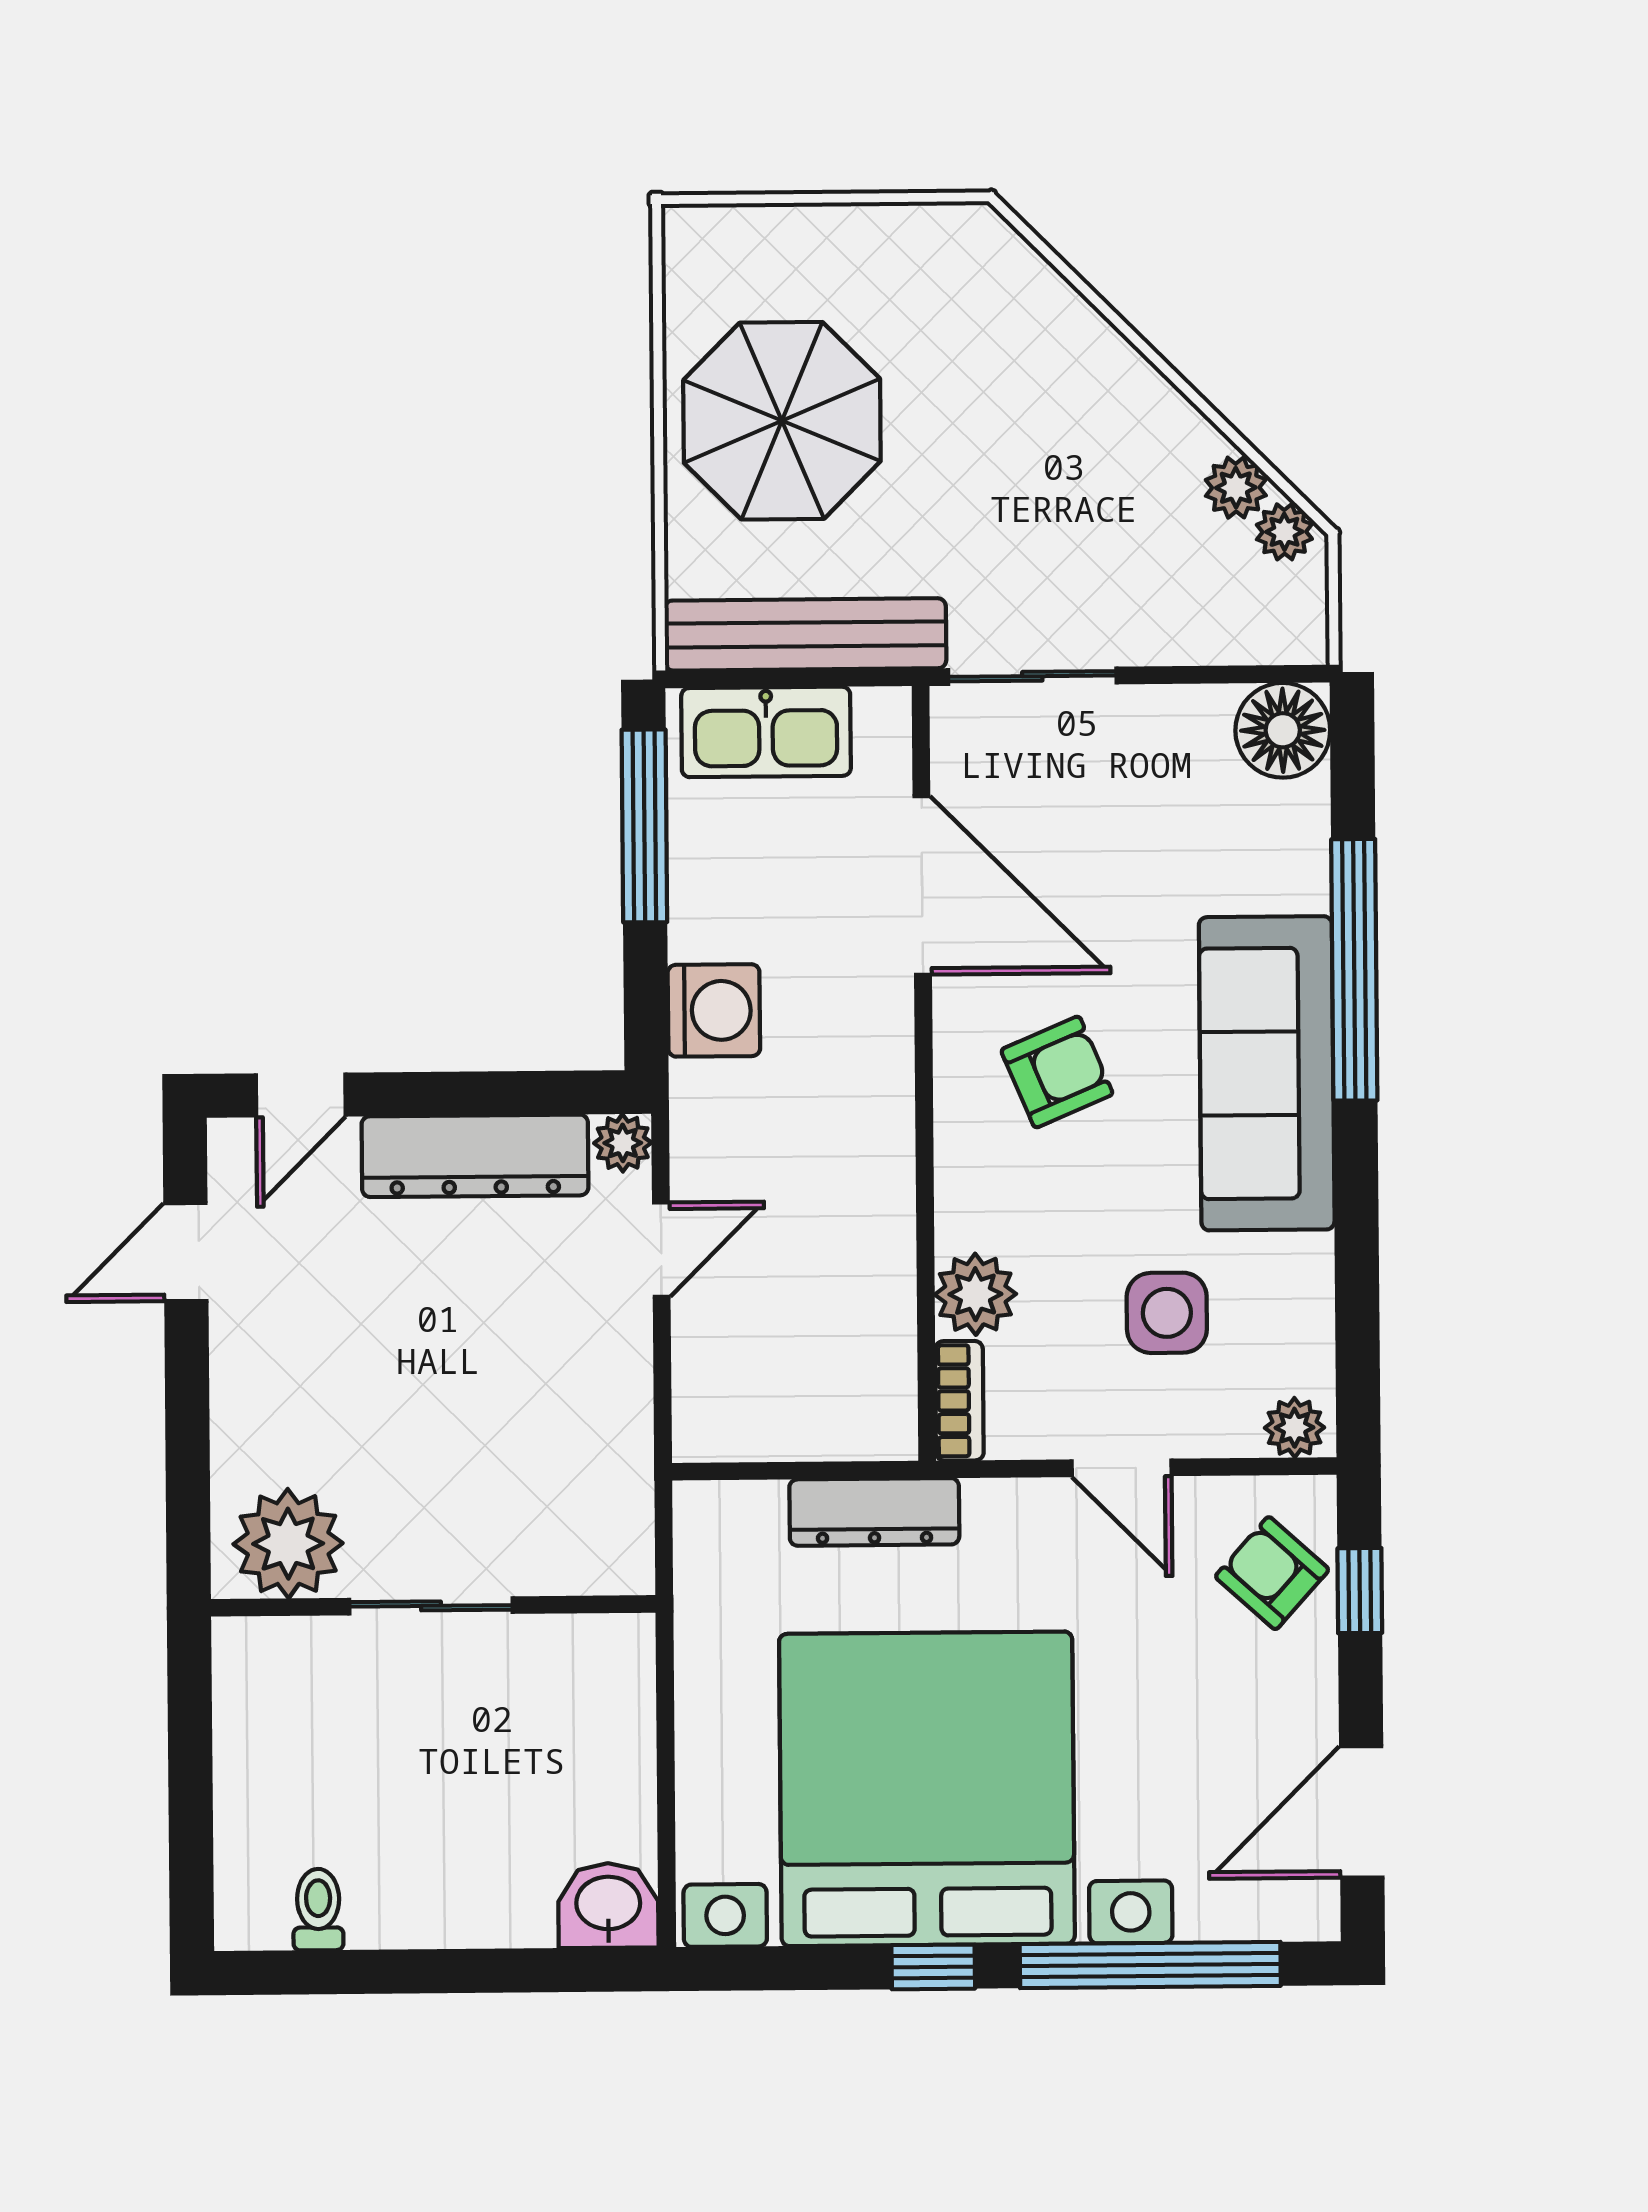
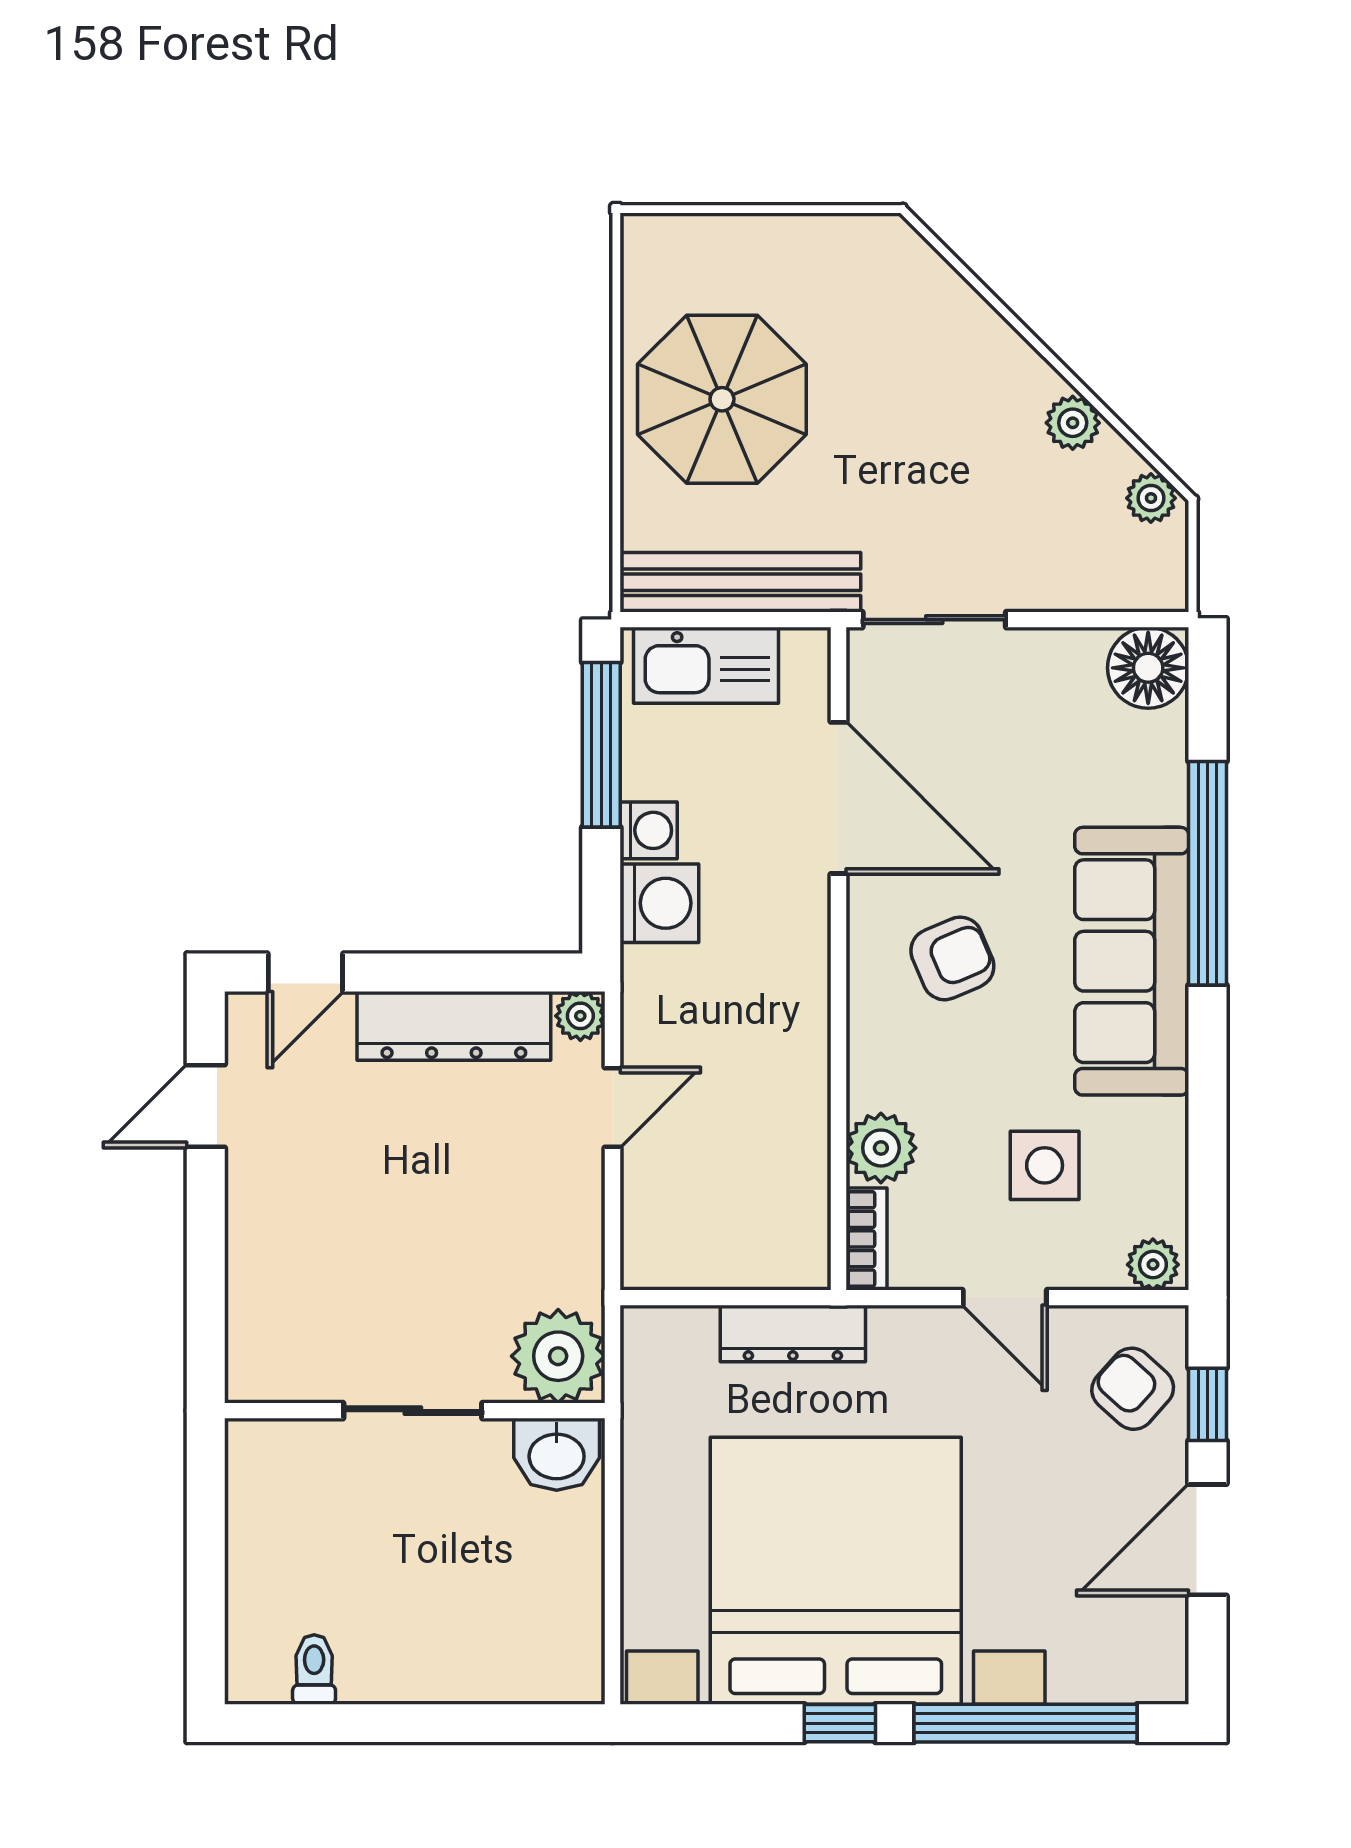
plant: (1236, 488) -> (1073, 423), moved
washing machine: (701, 925) -> (649, 830), added
plant: (288, 1544) -> (558, 1356), moved
door: (1362, 1812) -> (1208, 1540), moved
washbasin: (608, 1905) -> (557, 1454), moved, turned 180

